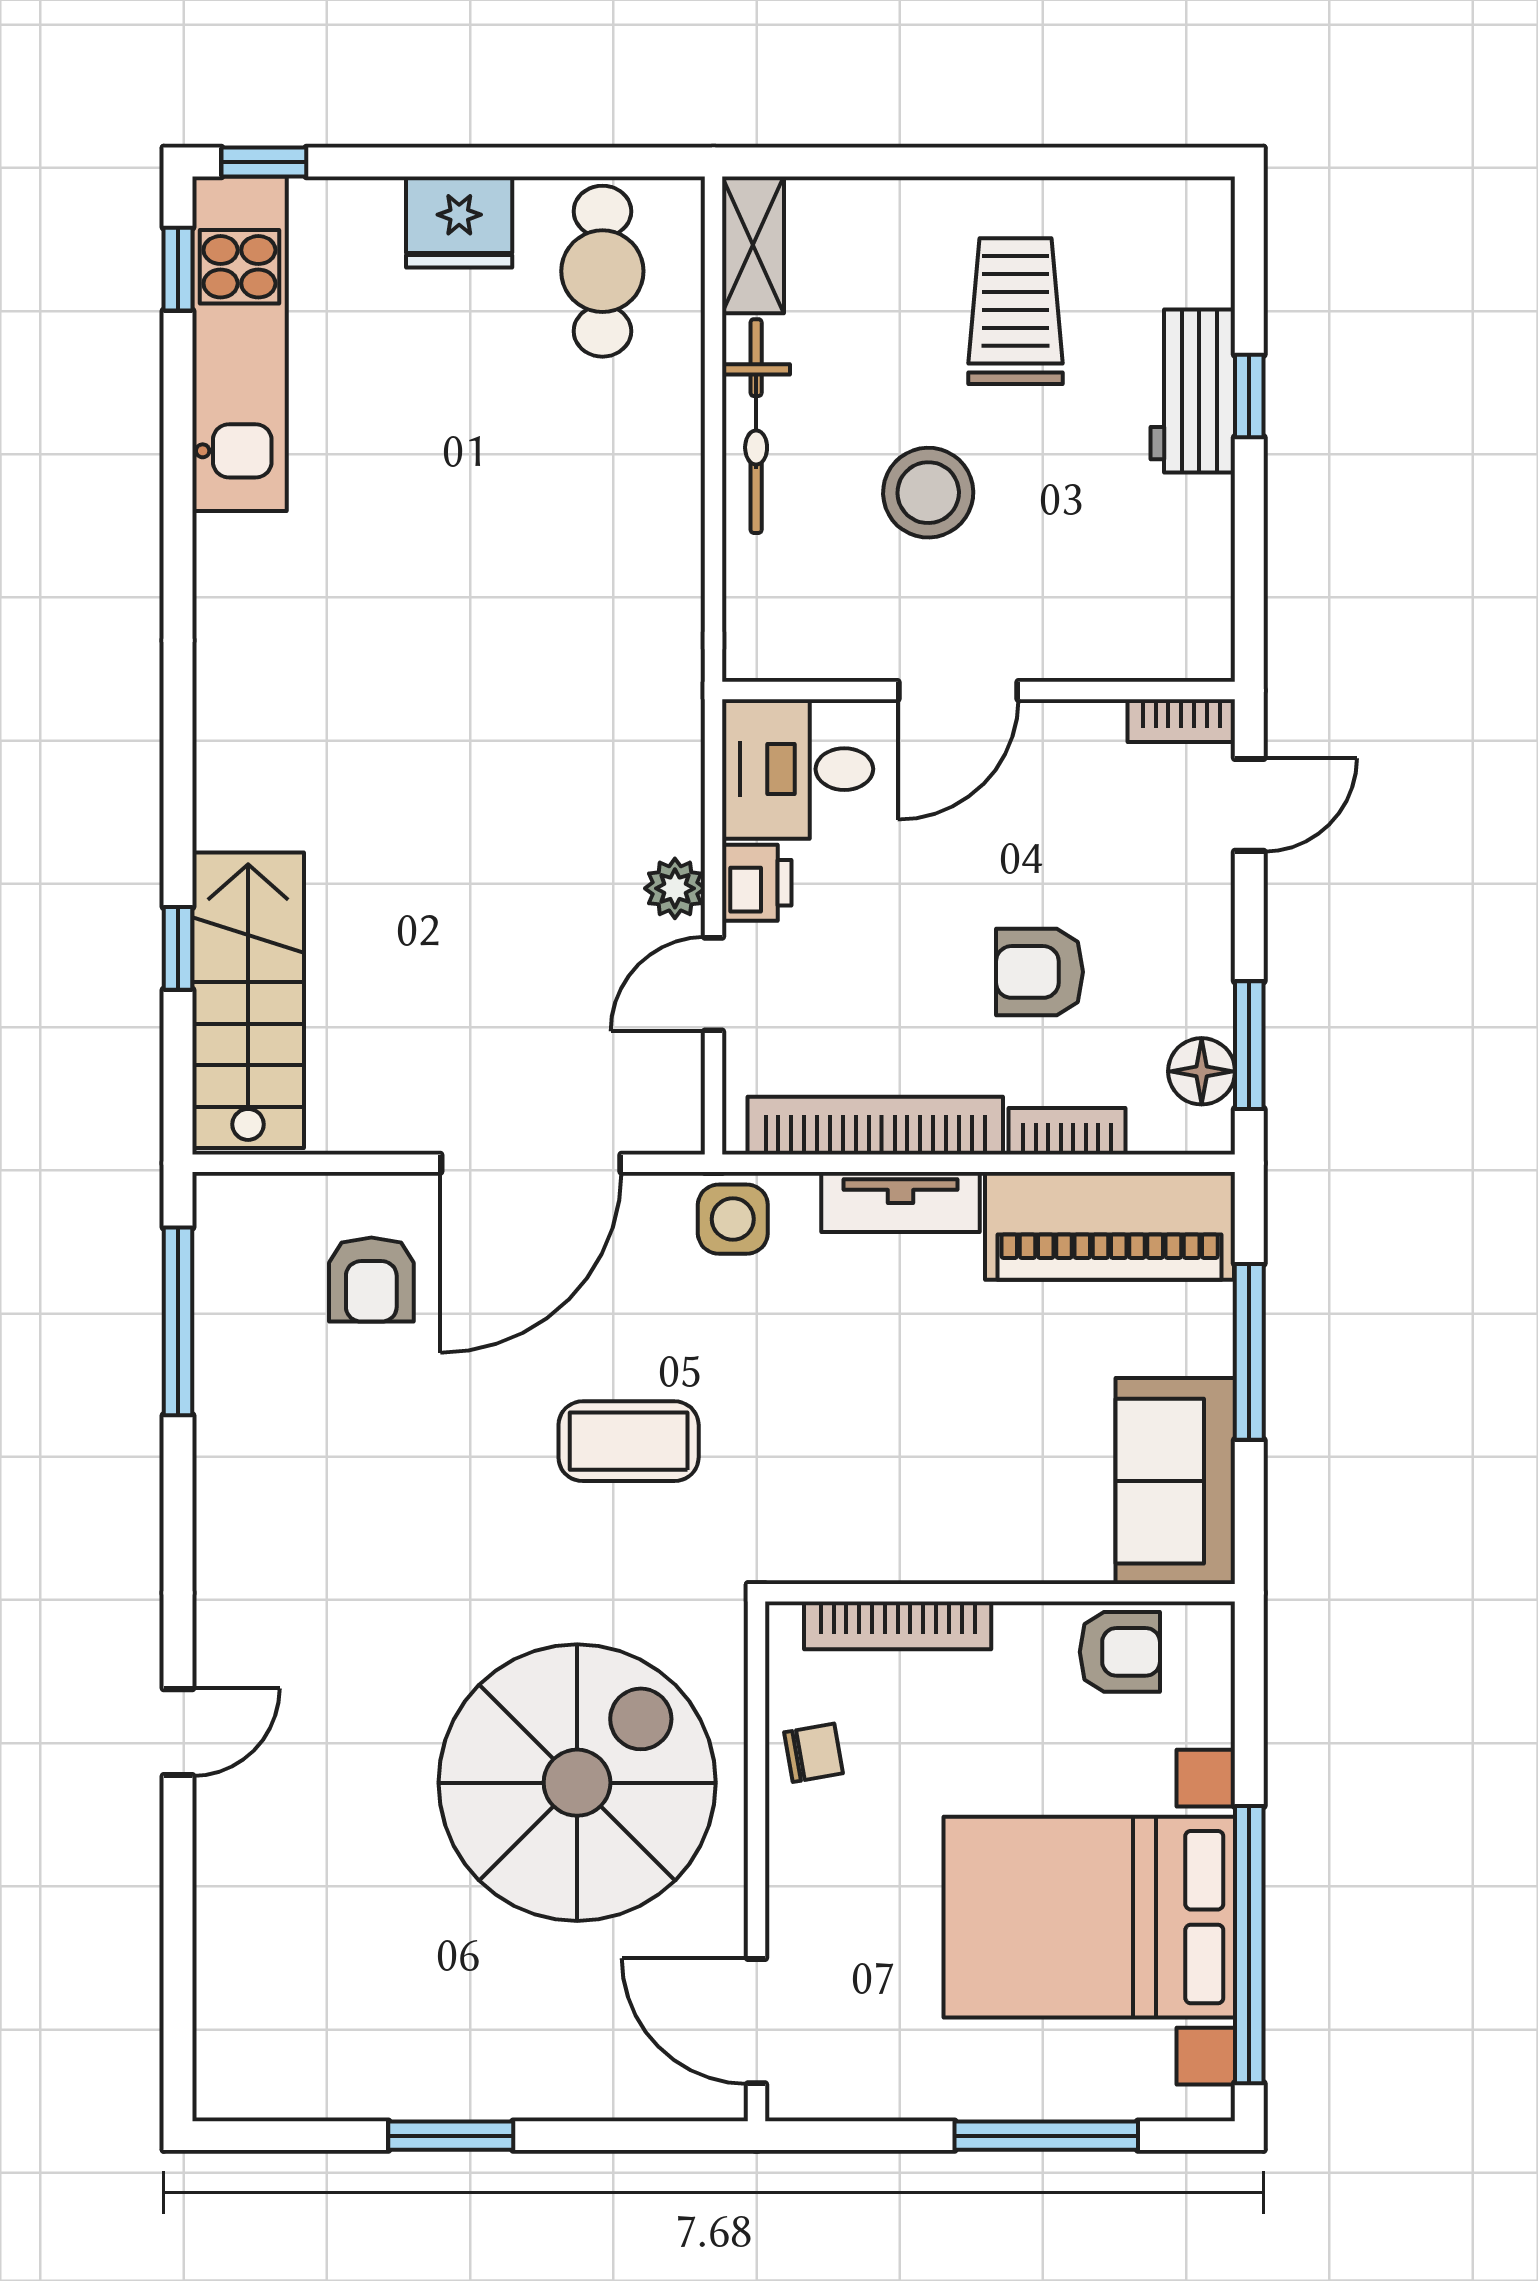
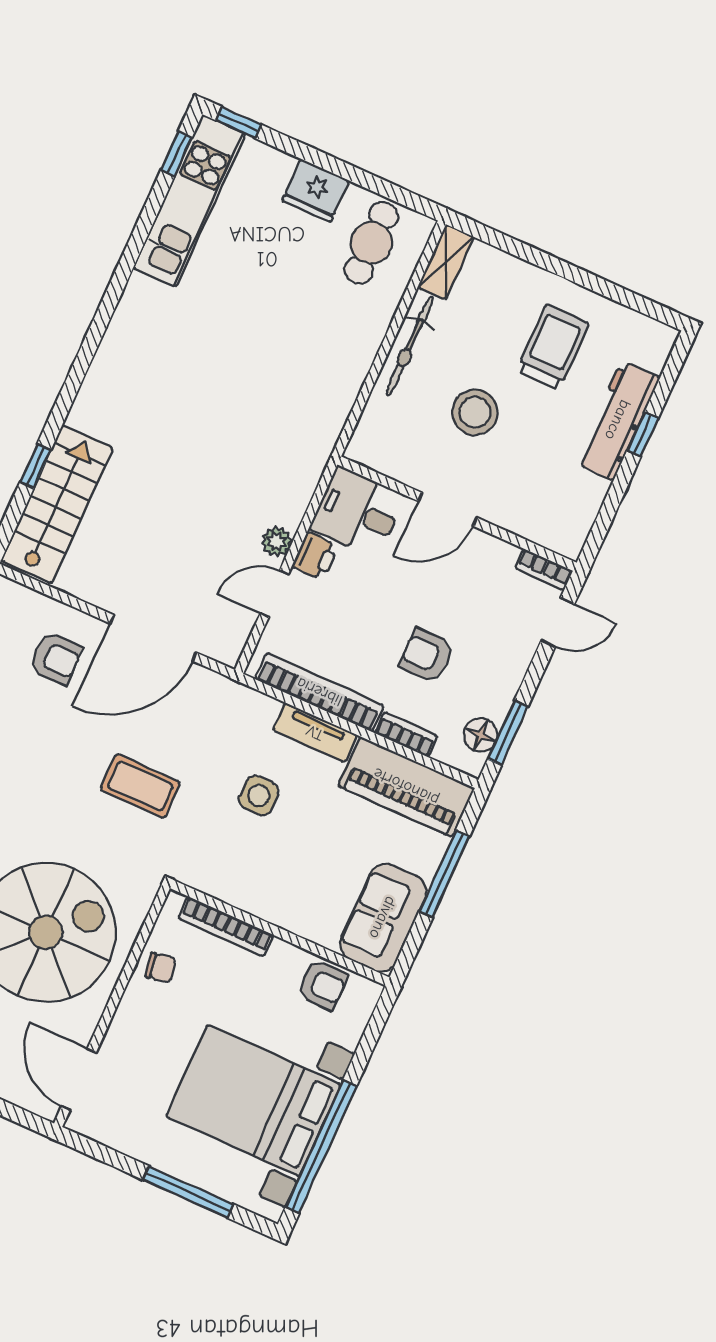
workbench: (1193, 391) -> (618, 420), width x1.37
side table: (733, 1219) -> (259, 796), moved
armchair: (371, 1280) -> (56, 658), turned -90

